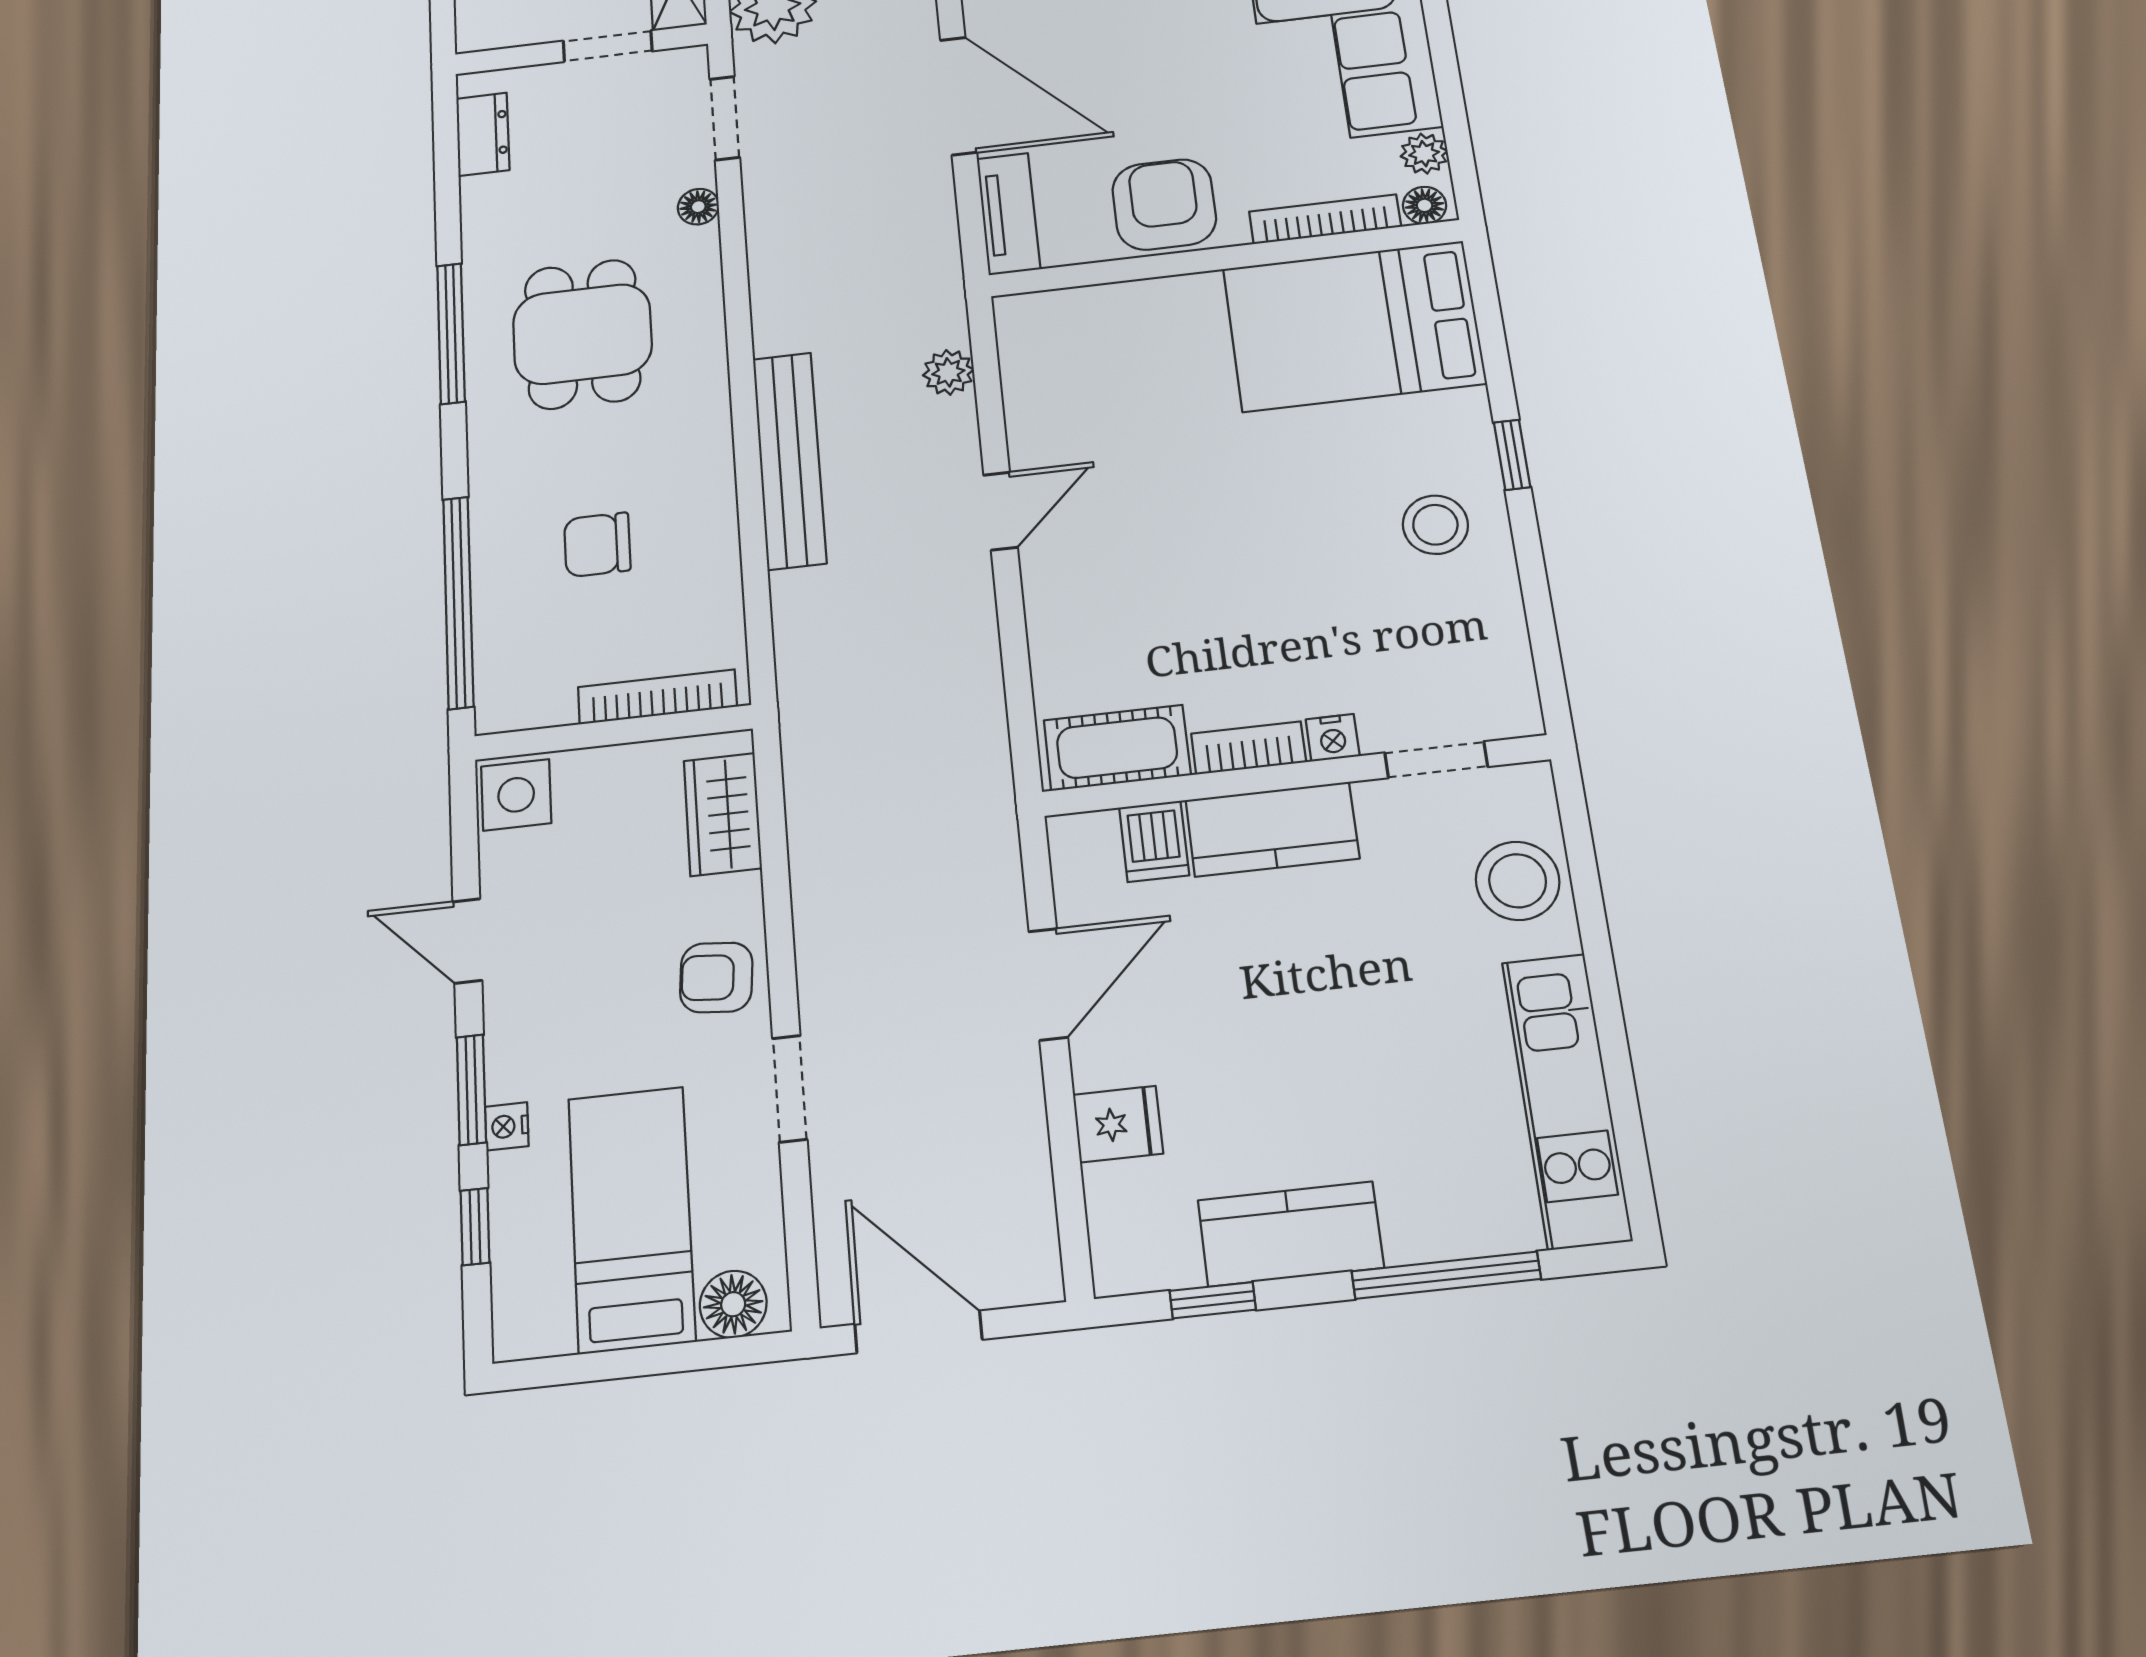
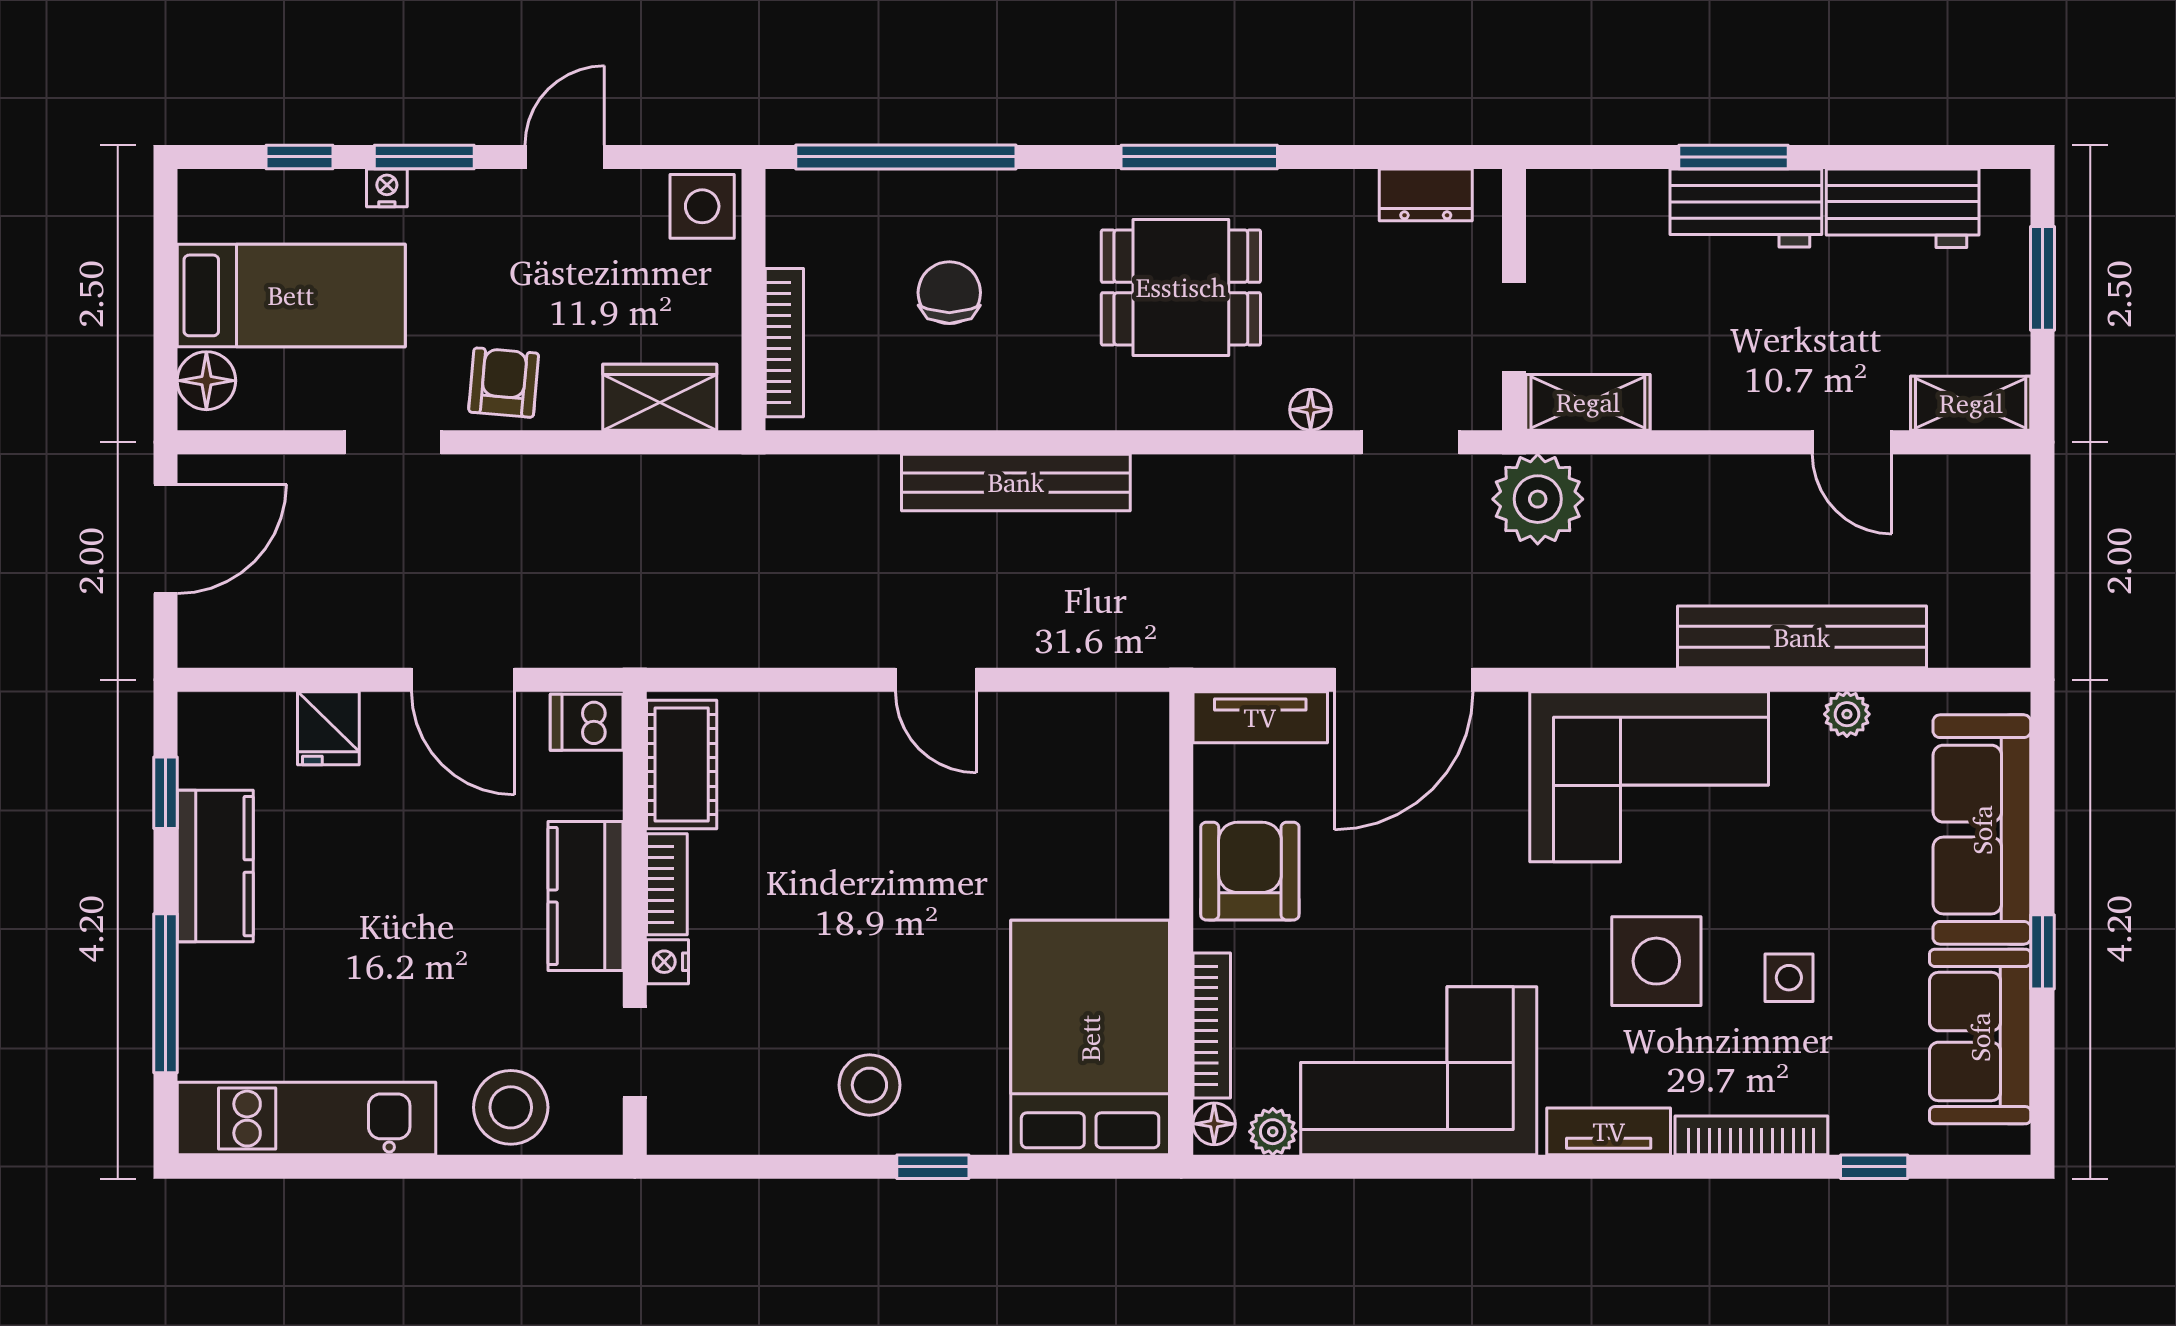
armchair: (1164, 204) -> (1250, 871), turned -90
plant: (948, 372) -> (1091, 643), removed
dishwasher: (1154, 841) -> (587, 722), moved

